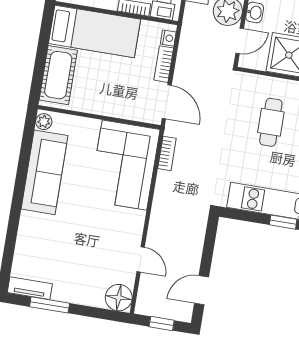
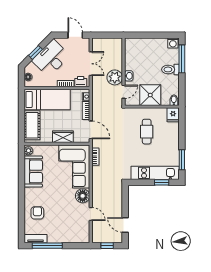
wardrobe: (113, 106) -> (63, 137), added
sofa: (45, 172) -> (33, 171), width x0.73
armchair: (41, 241) -> (37, 213), added
door: (202, 290) -> (125, 225), hinge flipped
floor lamp: (119, 298) -> (83, 196), moved
window: (50, 305) -> (47, 246), width x1.44

